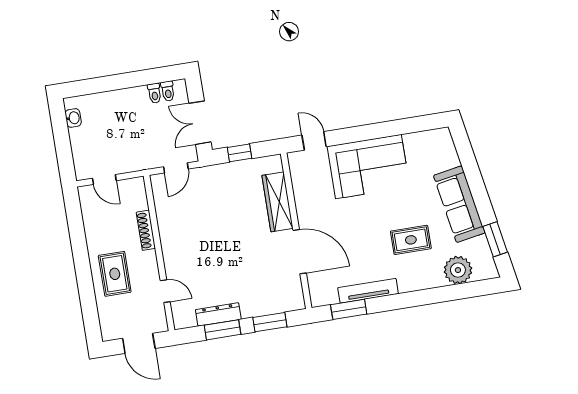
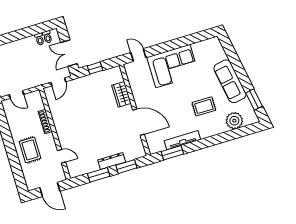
wardrobe: (277, 202) -> (121, 94), width x0.67
dresser: (218, 314) -> (112, 161), moved

